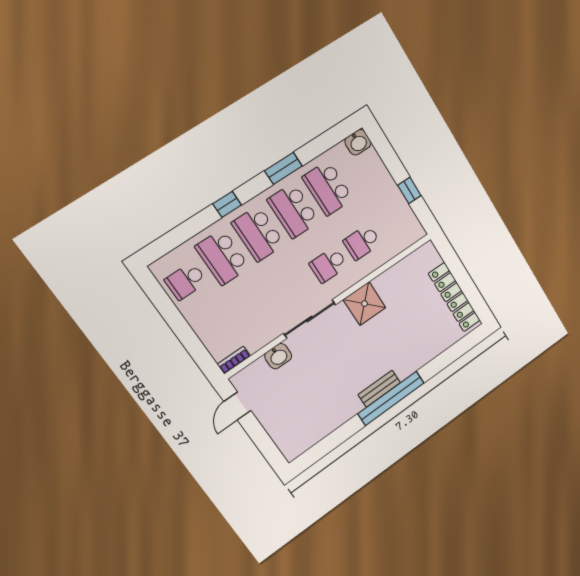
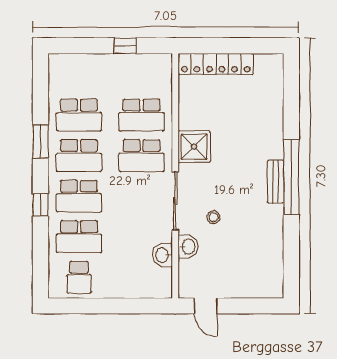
washbasin: (358, 142) -> (163, 255), moved, turned 180
school desk: (362, 242) -> (142, 115), width x1.85
school desk: (329, 265) -> (142, 156), width x1.85
locker: (454, 297) -> (216, 64), moved
bookcase: (234, 360) -> (166, 283), removed
stool: (317, 360) -> (213, 217), added

